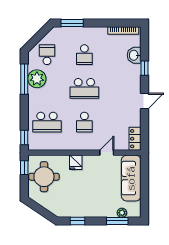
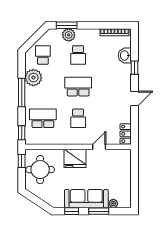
plant: (74, 33) -> (69, 35), added
window: (24, 79) -> (22, 92), moved
school desk: (84, 88) -> (78, 87), turned 180
school desk: (47, 122) -> (43, 118), turned 180
fridge: (76, 162) -> (75, 158), width x1.88, depth x1.34
sofa: (131, 178) -> (86, 199), moved, turned 90
window: (117, 221) -> (99, 211), moved

